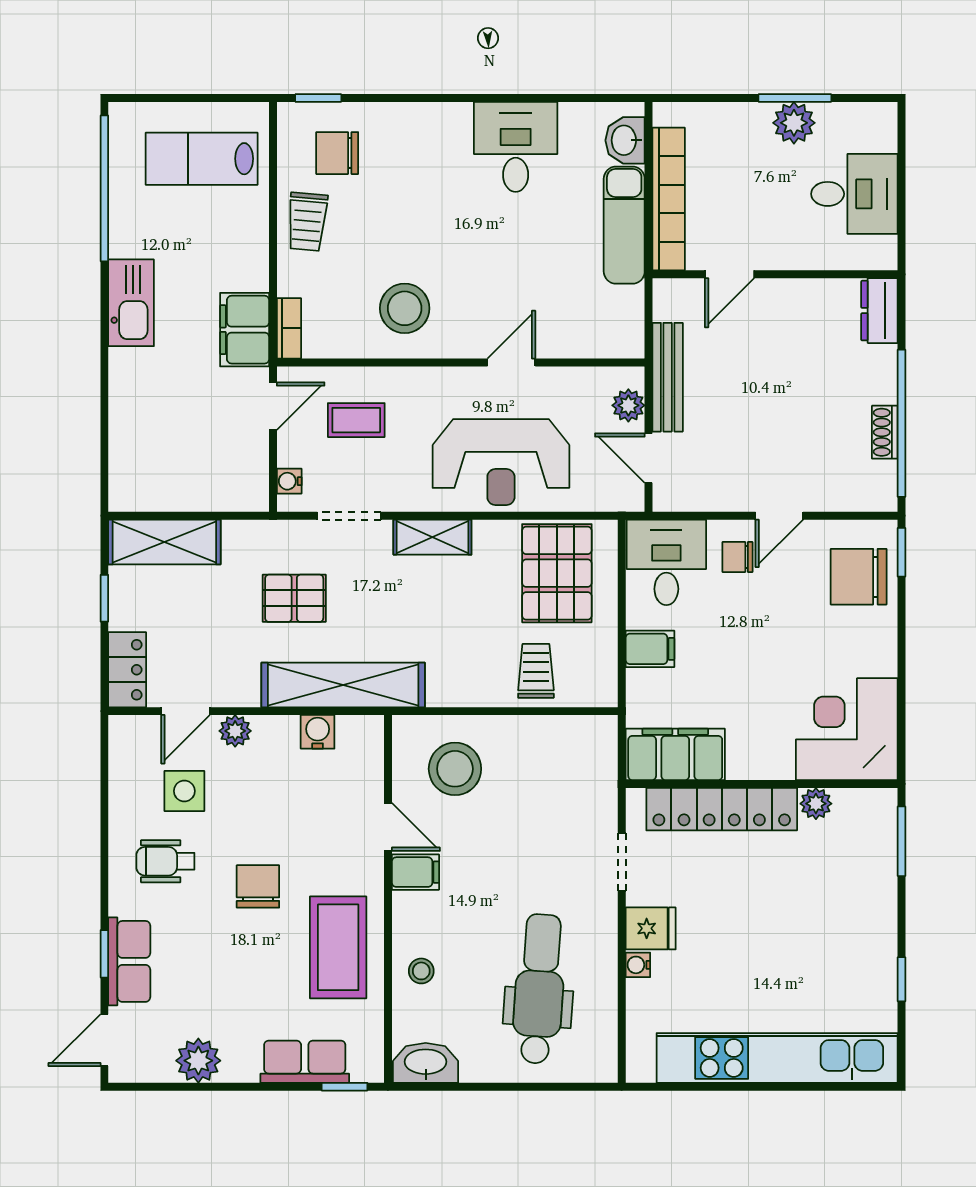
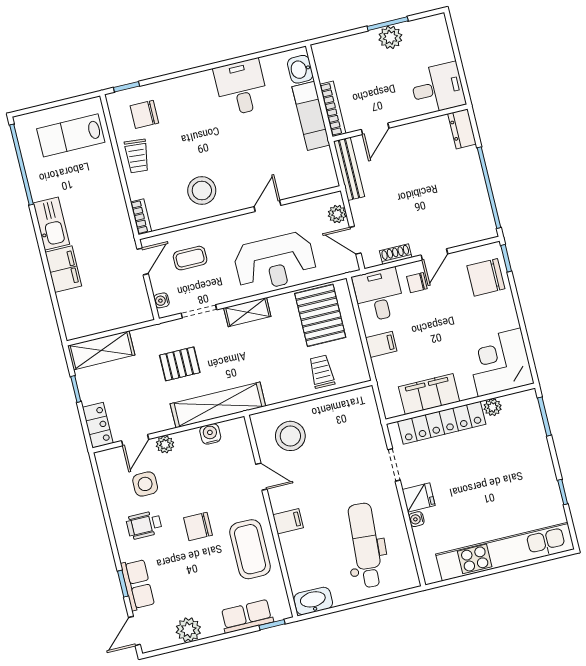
desk: (854, 194) -> (438, 88), moved
bookcase: (669, 199) -> (333, 109), width x0.68, depth x0.76
filing cabinet: (245, 330) -> (63, 269), moved, turned 180
bench: (668, 377) -> (349, 169), moved
shoe rack: (885, 432) -> (396, 254), moved, turned 90
filing cabinet: (675, 754) -> (429, 394), moved
filing cabinet: (415, 872) -> (288, 521), moved
chair: (258, 886) -> (198, 526), turned -90
stool: (421, 971) -> (299, 551), removed

